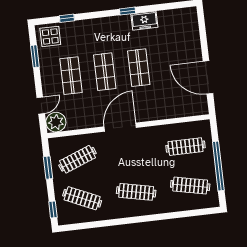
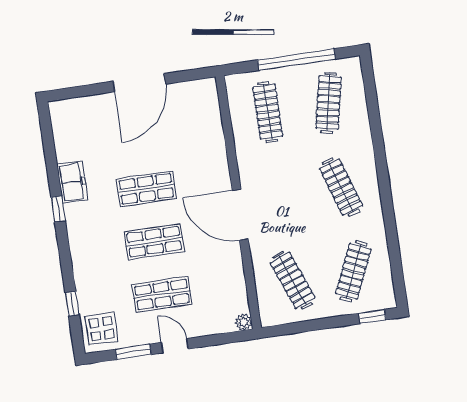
door: (208, 77) -> (139, 83), moved
door: (41, 106) -> (175, 346), moved
plant: (56, 122) -> (244, 322), width x0.53, depth x0.53
window: (48, 168) -> (307, 326), removed
clothes rail: (136, 192) -> (341, 187), turned -30

